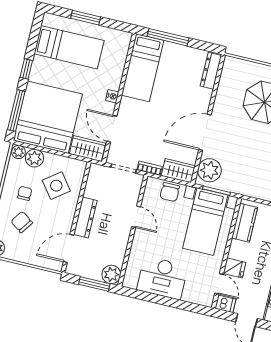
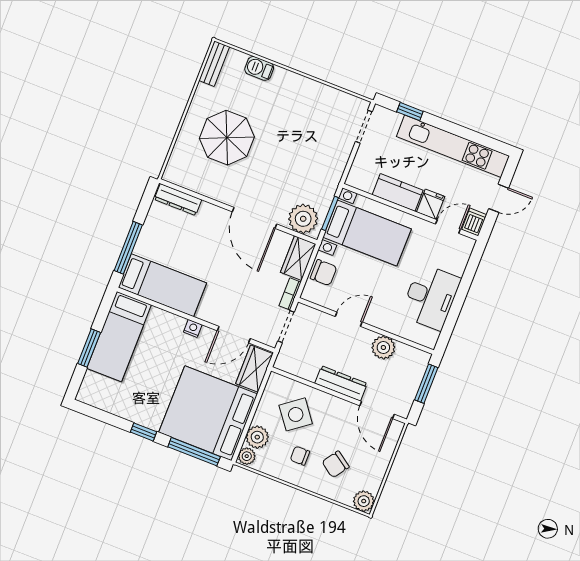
bed: (69, 47) -> (119, 337), moved, turned 180
kitchen counter: (245, 223) -> (398, 192), moved
plant: (111, 274) -> (383, 347), moved

